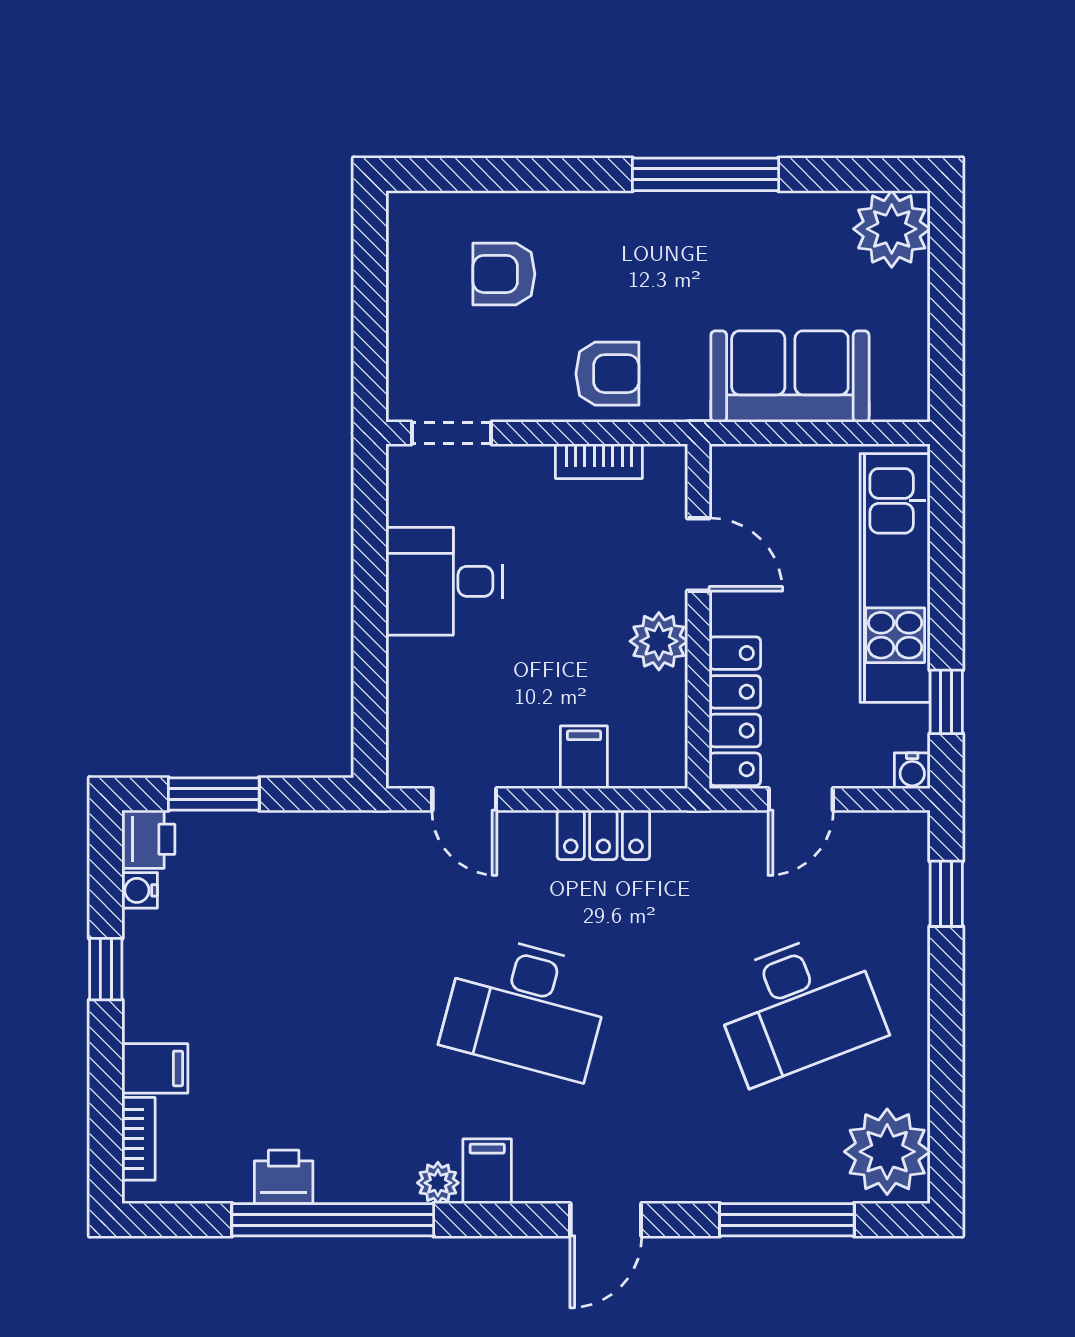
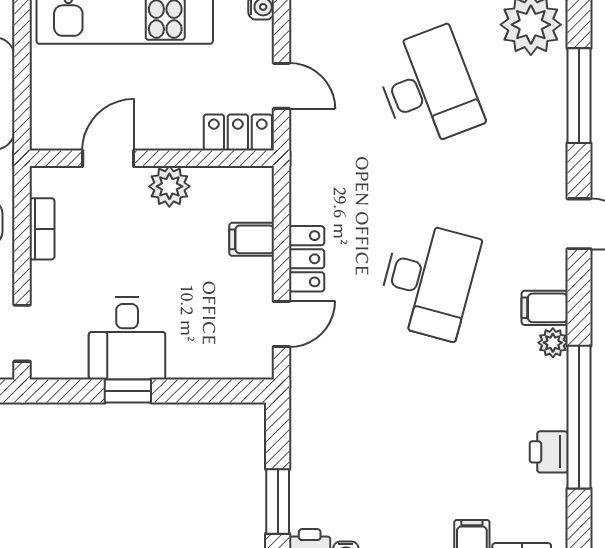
window: (370, 583) -> (128, 391), added
locker: (735, 711) -> (238, 132), width x0.66
locker: (603, 835) -> (307, 259), moved

